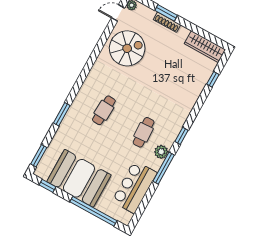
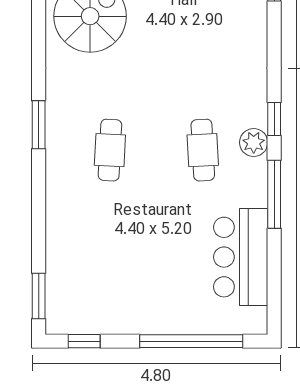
window: (62, 114) -> (39, 125), moved
plant: (161, 152) -> (254, 143), moved
booth: (79, 178) -> (133, 296), removed

